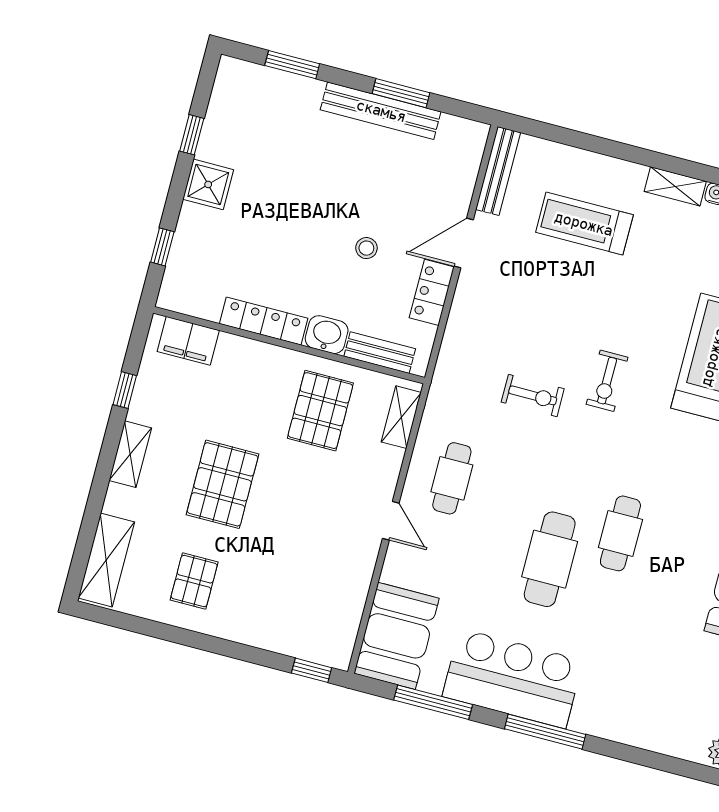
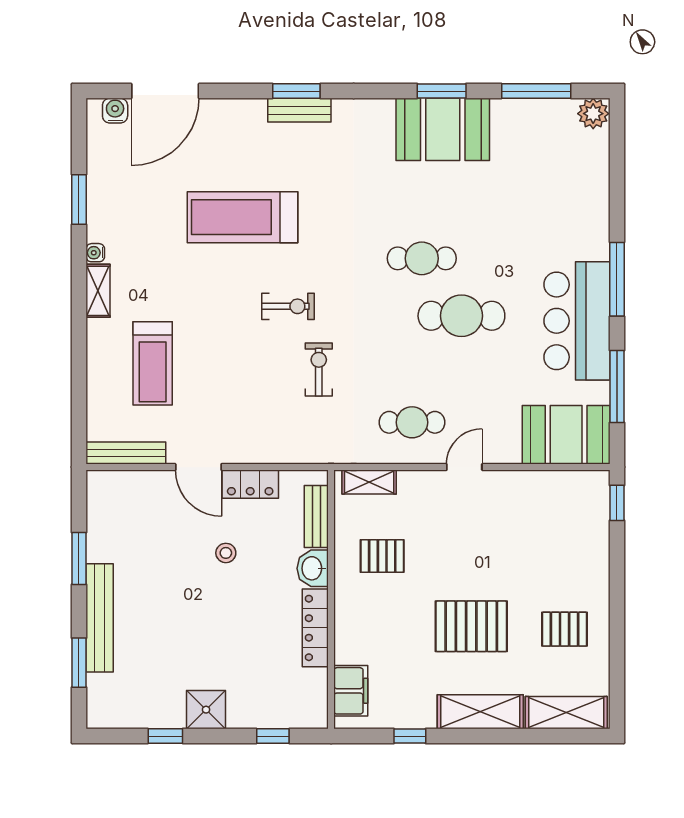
bench: (381, 111) -> (100, 618), moved
pallet: (320, 411) -> (382, 556), width x0.67, depth x0.71
shelving: (130, 454) -> (480, 712), width x1.50, depth x1.33

